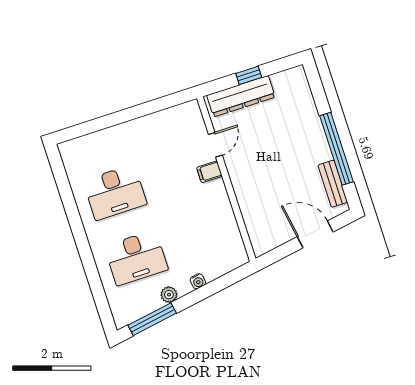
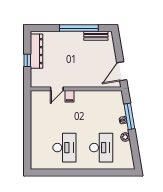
dresser: (241, 96) -> (36, 51), moved
door: (215, 145) -> (57, 89), swing flipped
door: (315, 234) -> (122, 71), moved
window: (152, 319) -> (129, 116), moved

